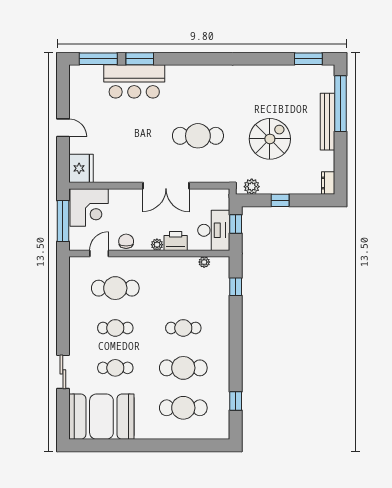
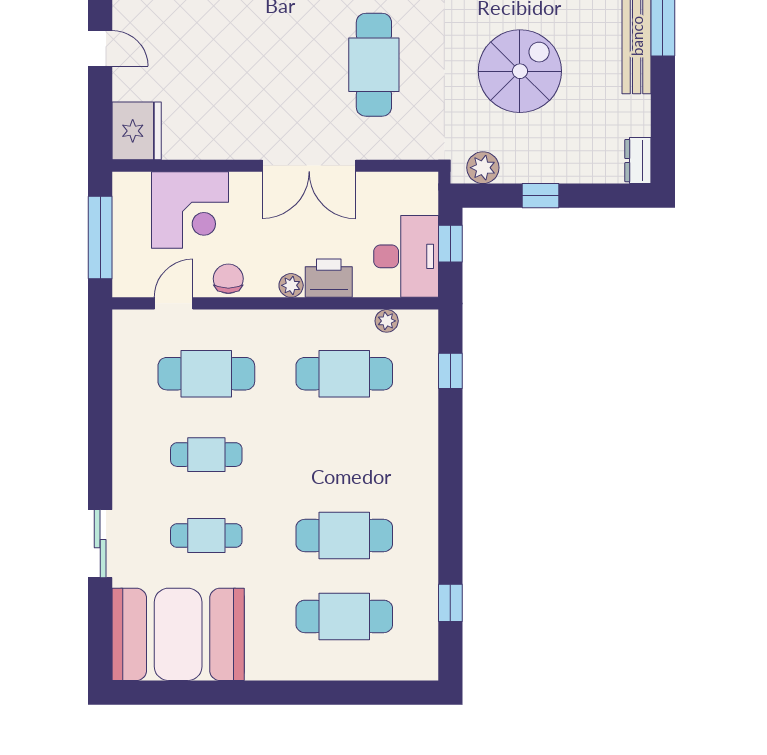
cafe table: (198, 136) -> (374, 65), turned 90
corner desk: (89, 207) -> (190, 210), moved
cafe table: (183, 328) -> (344, 374), moved, width x1.37, depth x1.35

